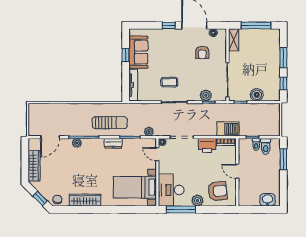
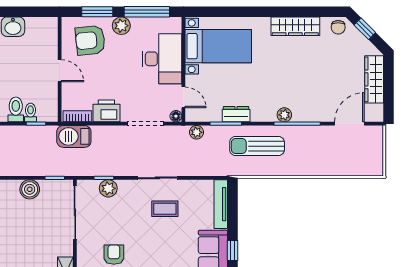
plant: (77, 143) -> (284, 115), moved
dresser: (113, 143) -> (236, 114), moved
desk: (171, 190) -> (162, 59), moved
window: (213, 209) -> (97, 12), added

